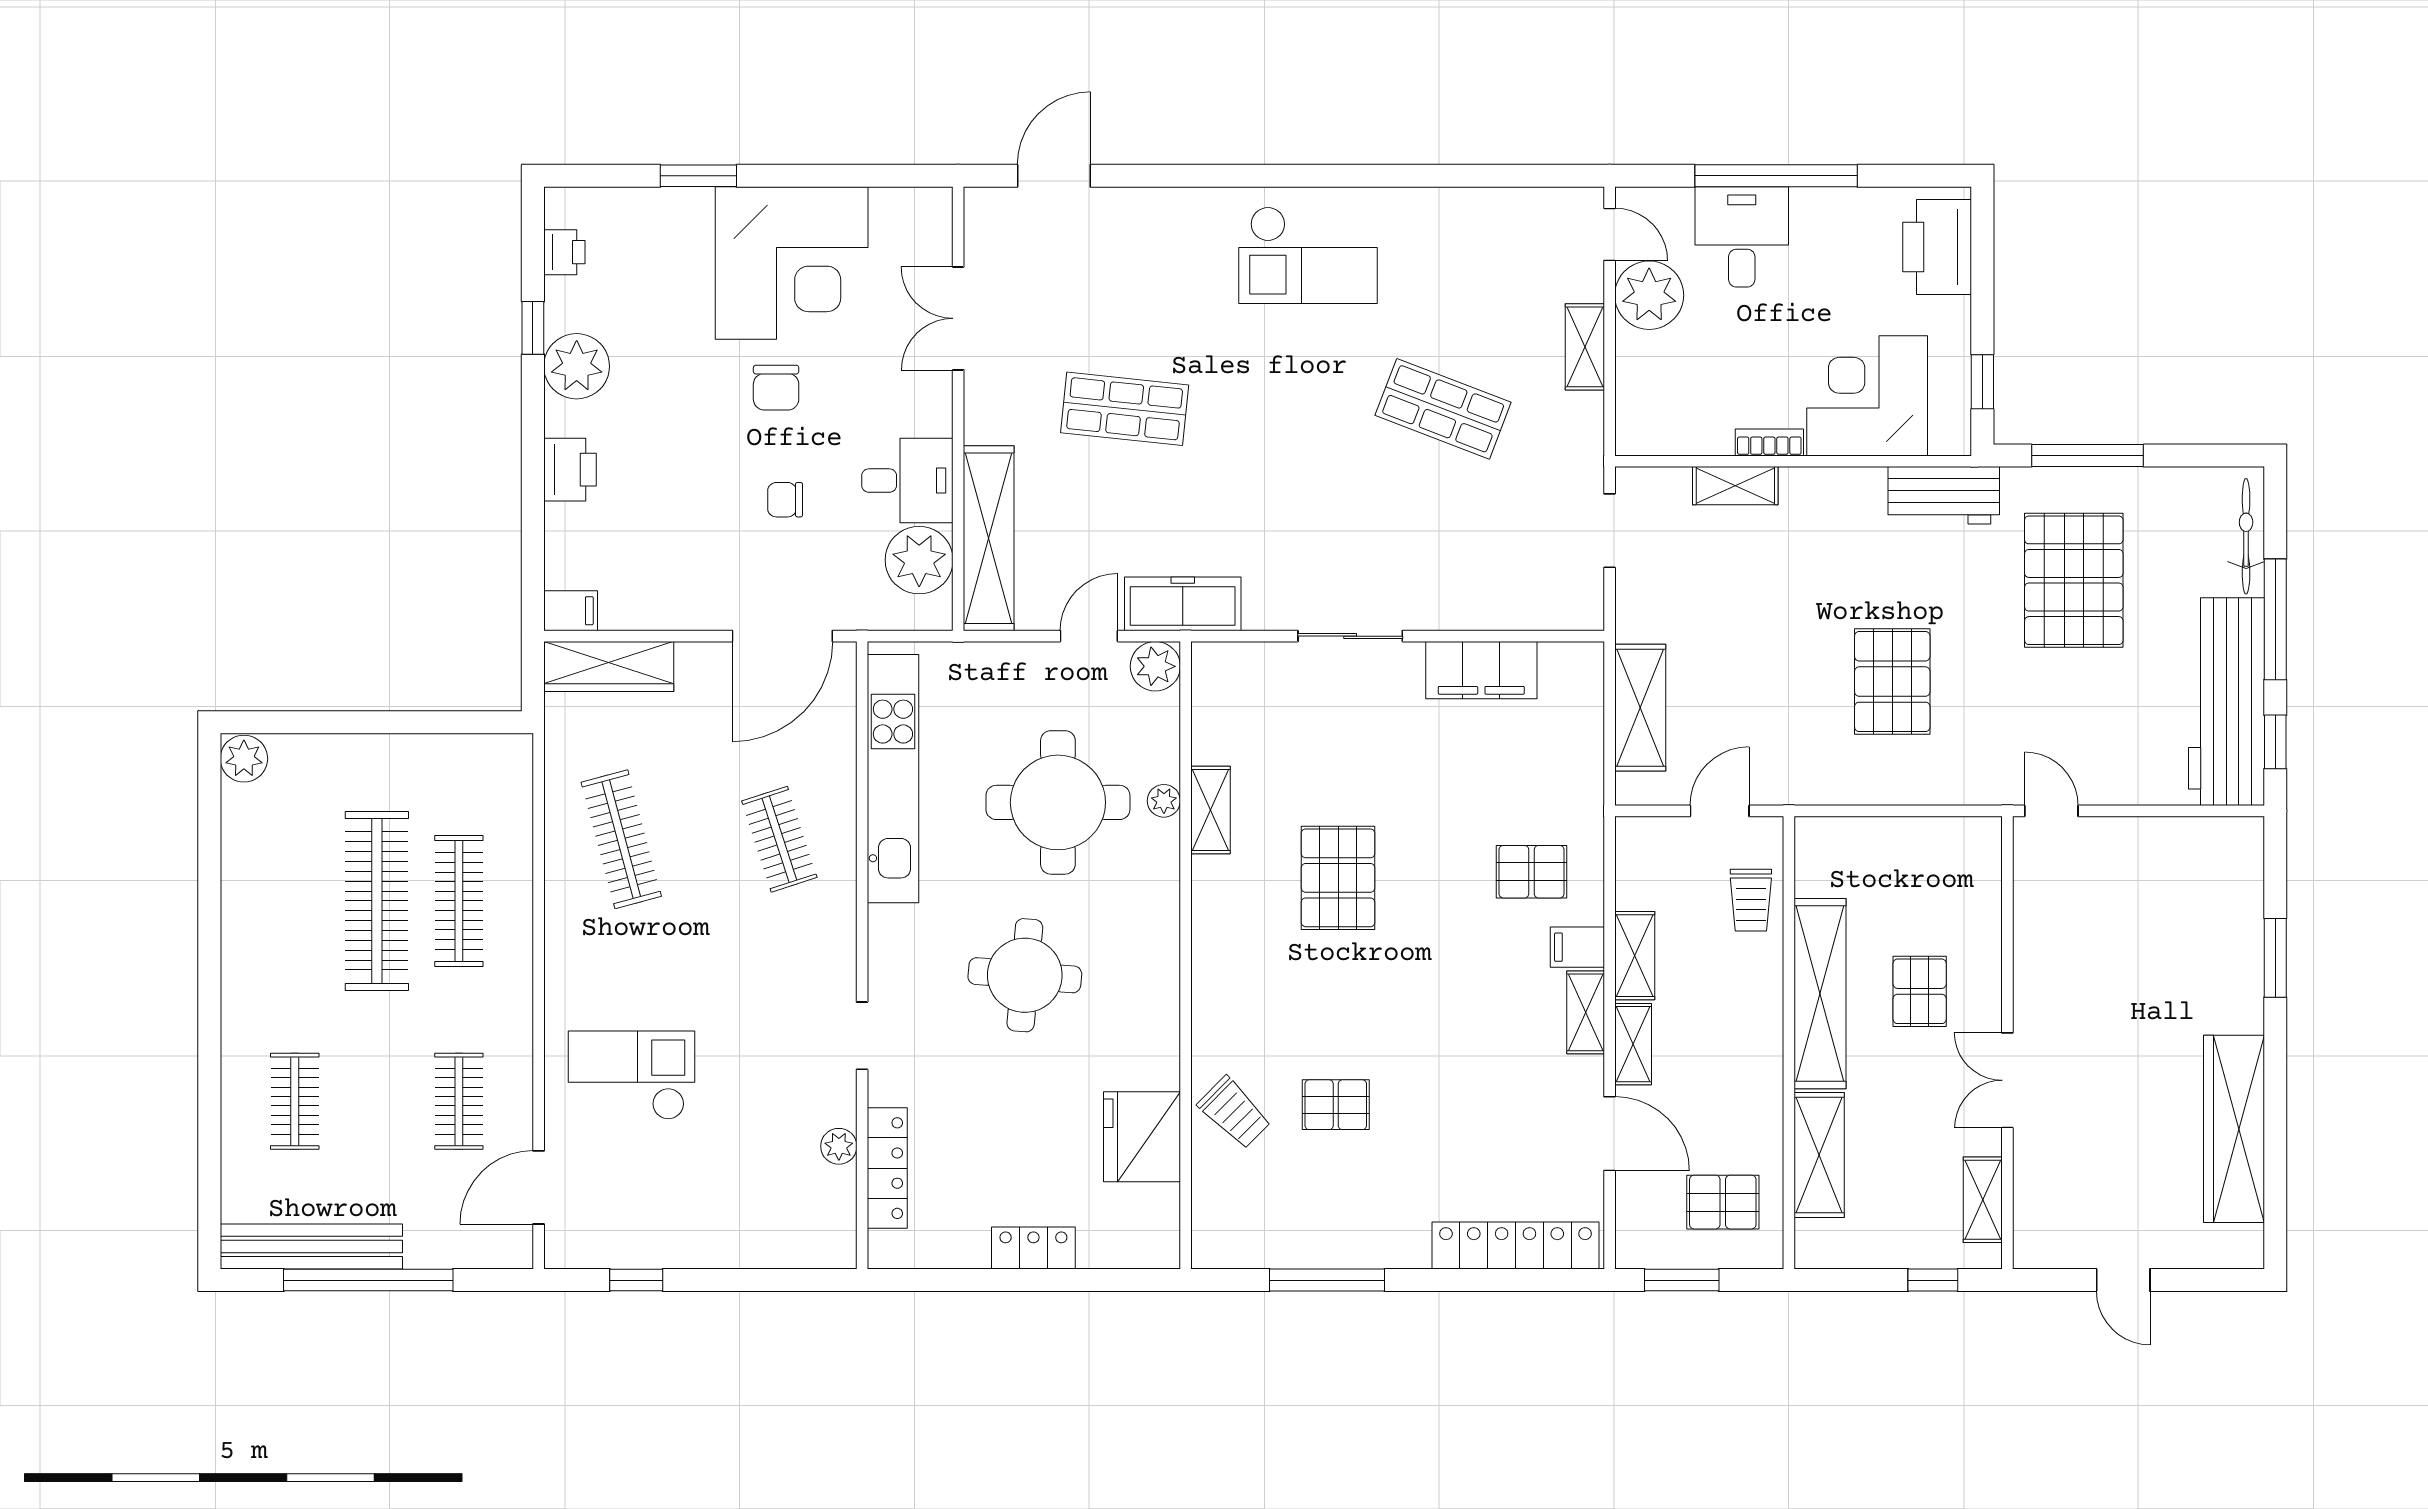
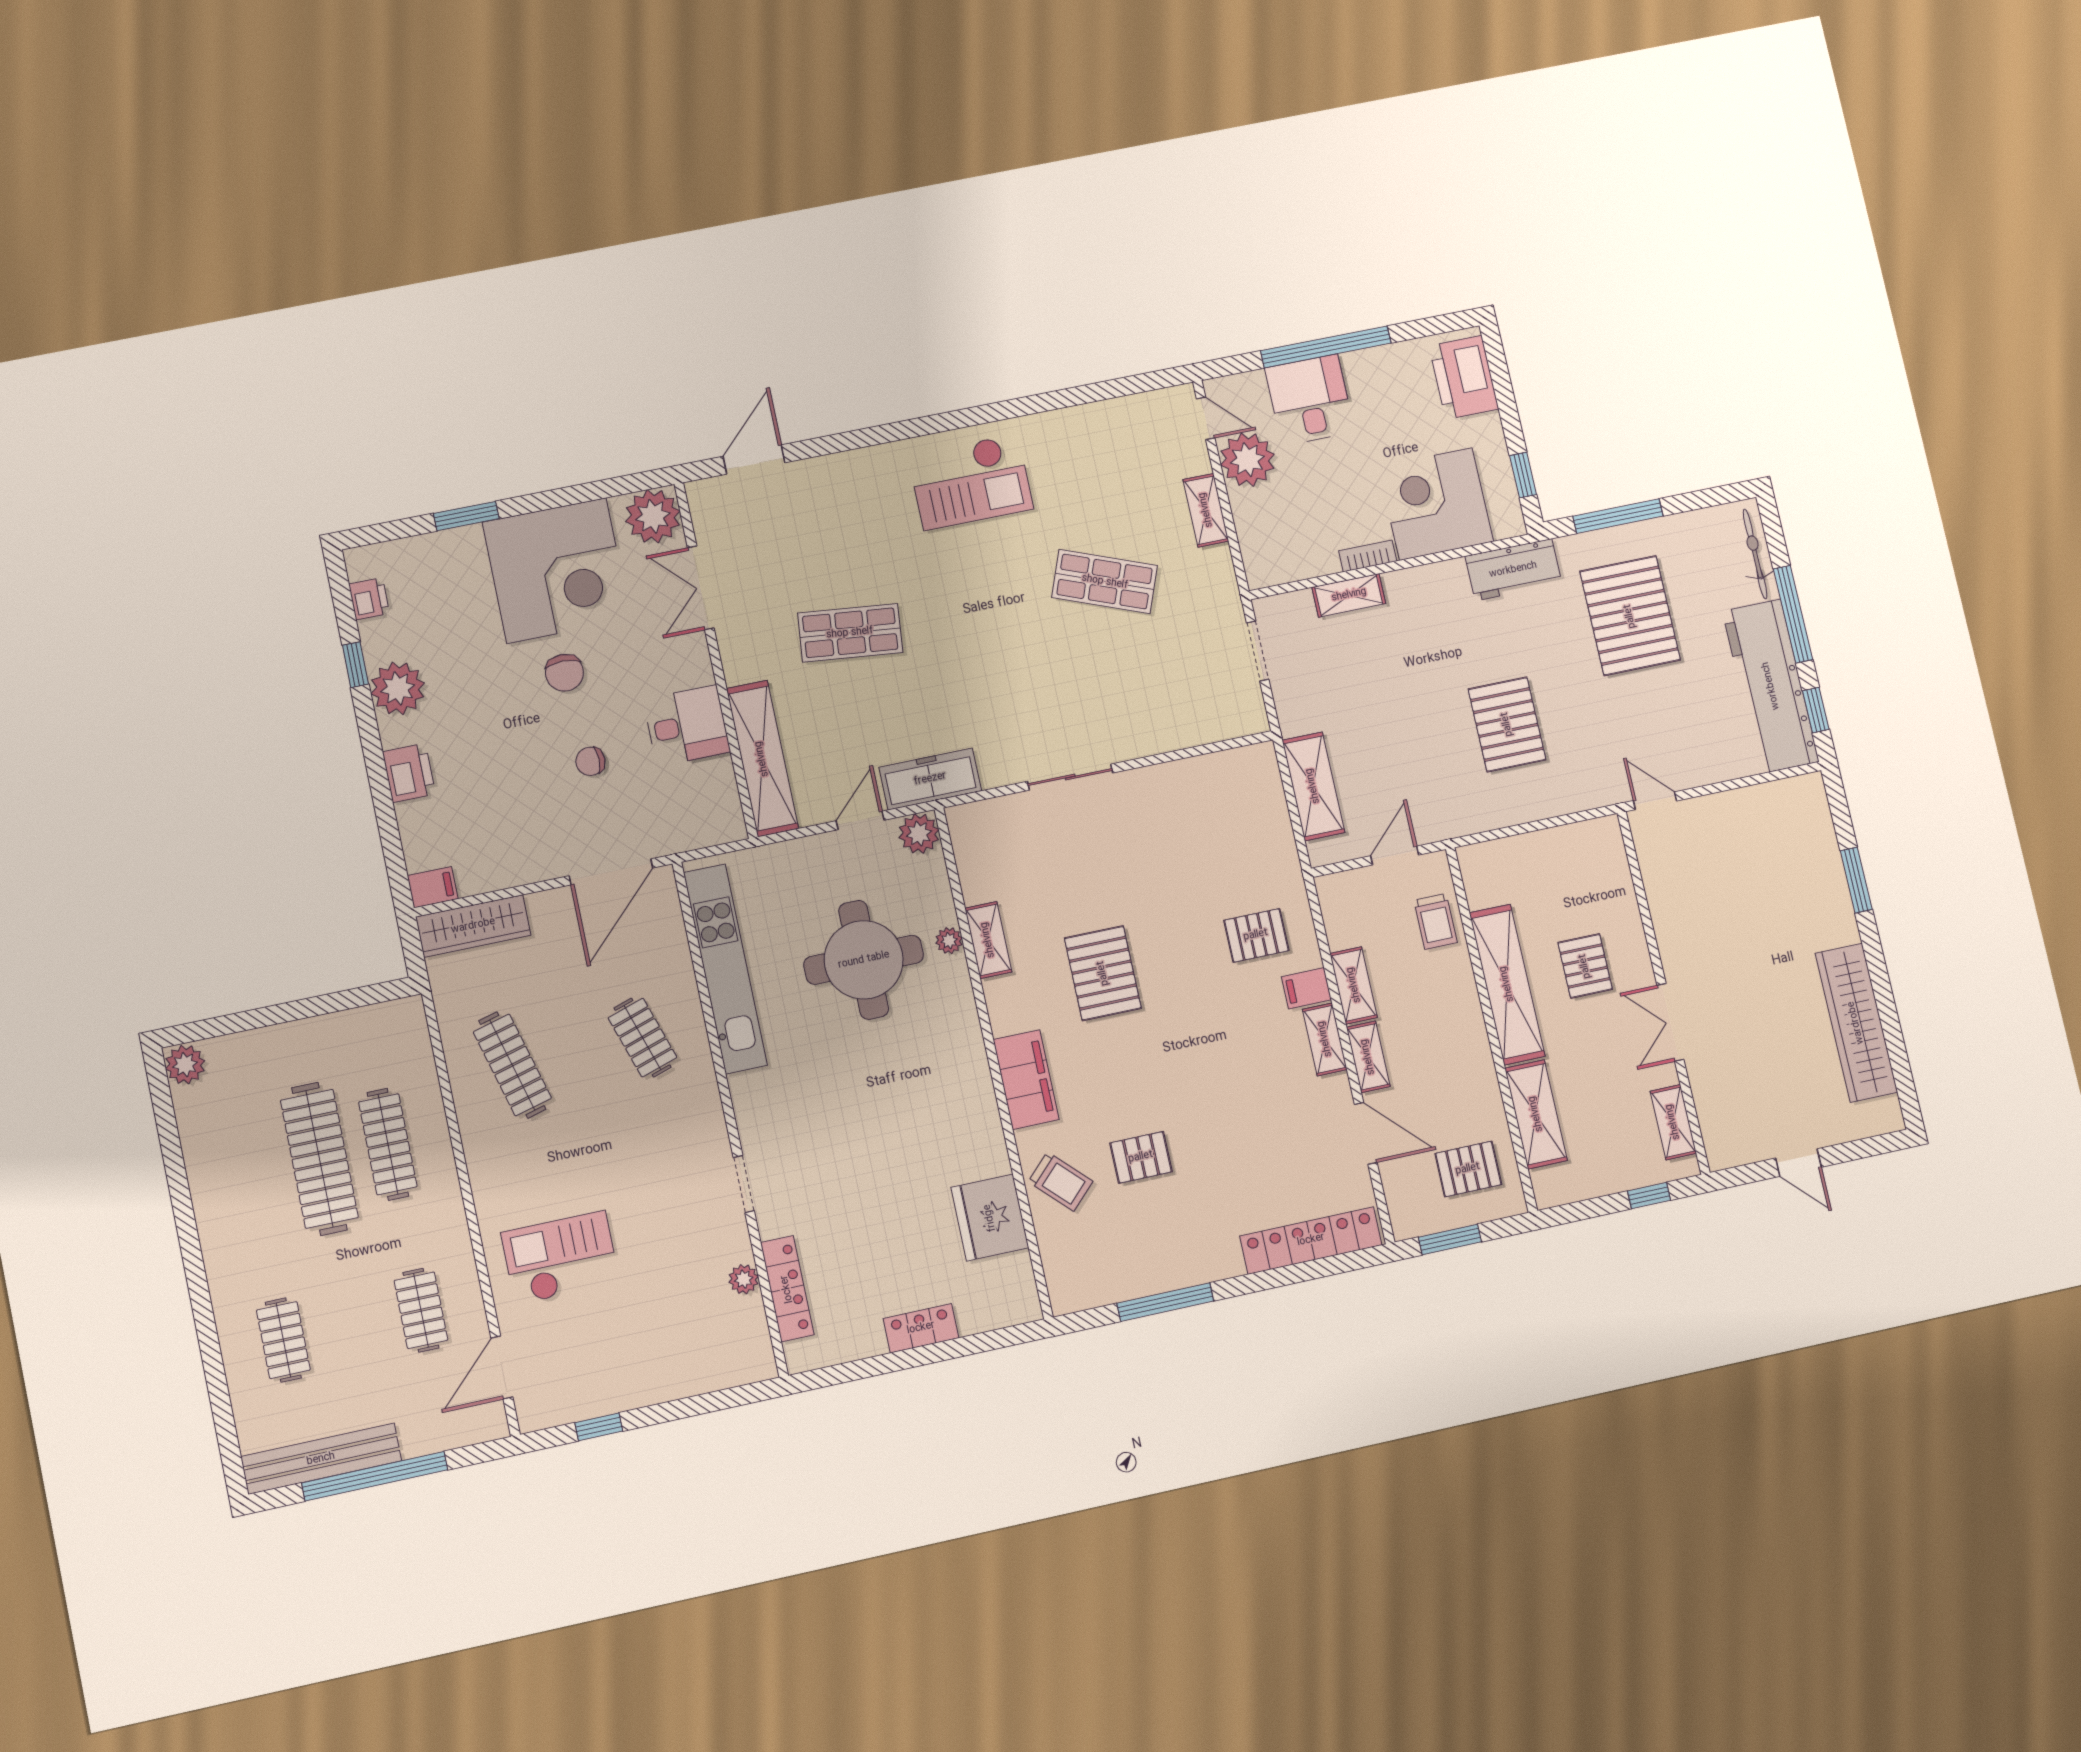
plant: (919, 560) -> (653, 516), moved
filing cabinet: (1481, 670) -> (1026, 1080), moved, turned -90
round table: (1025, 975) -> (866, 1106), removed

